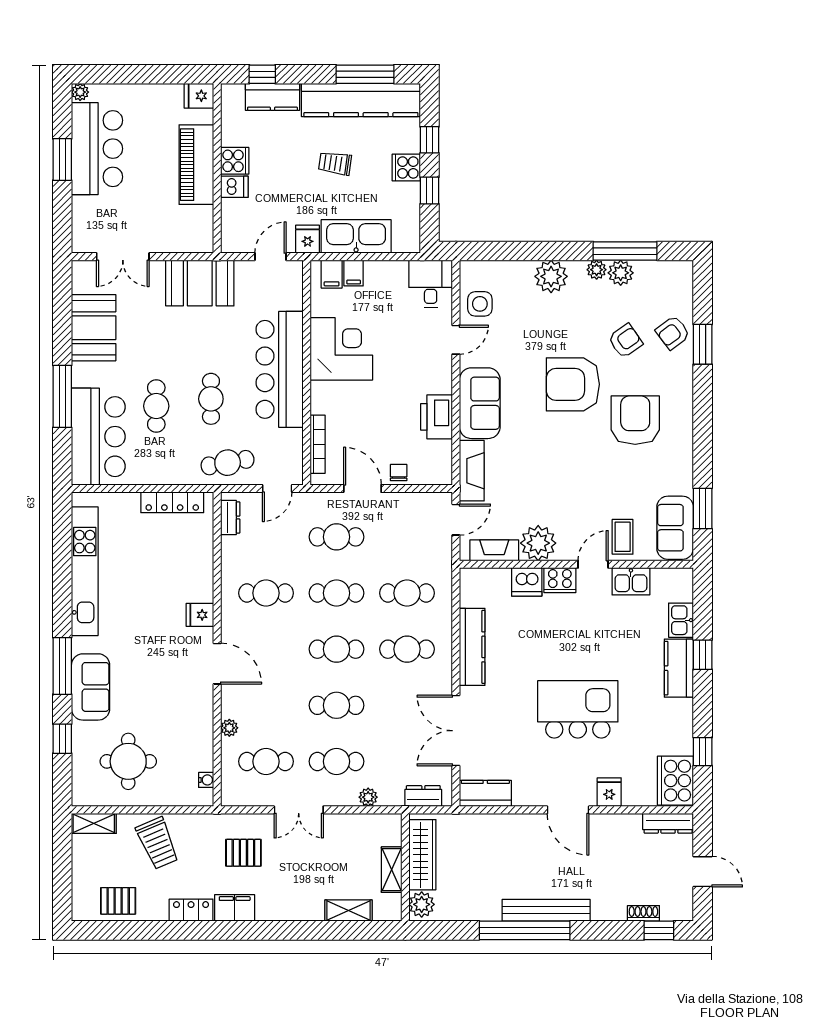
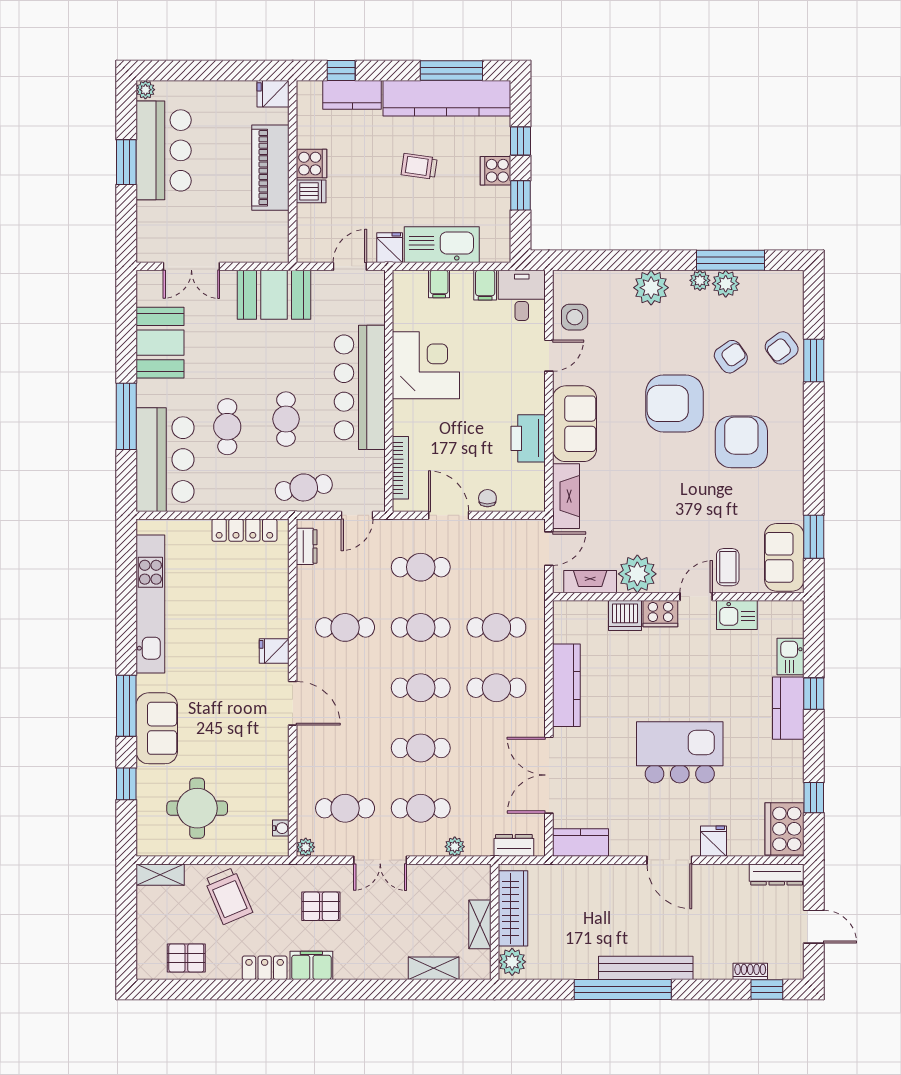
filing cabinet: (332, 274) -> (485, 285), moved
plant: (229, 728) -> (306, 847), moved

